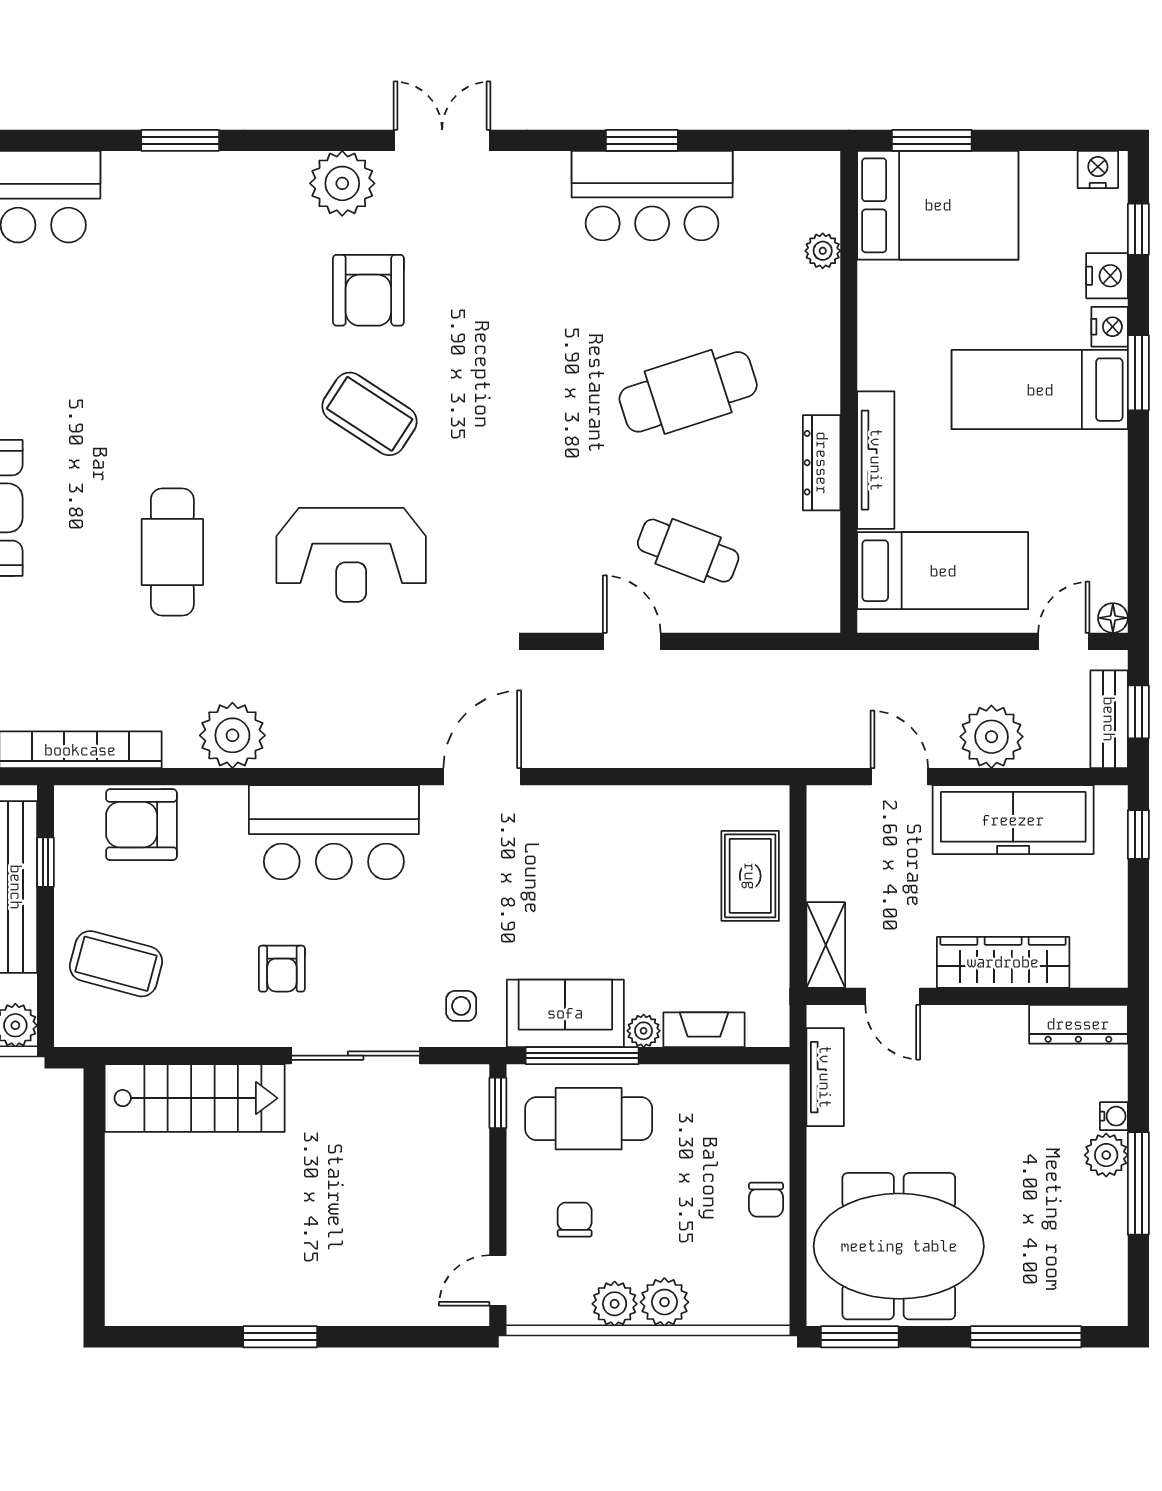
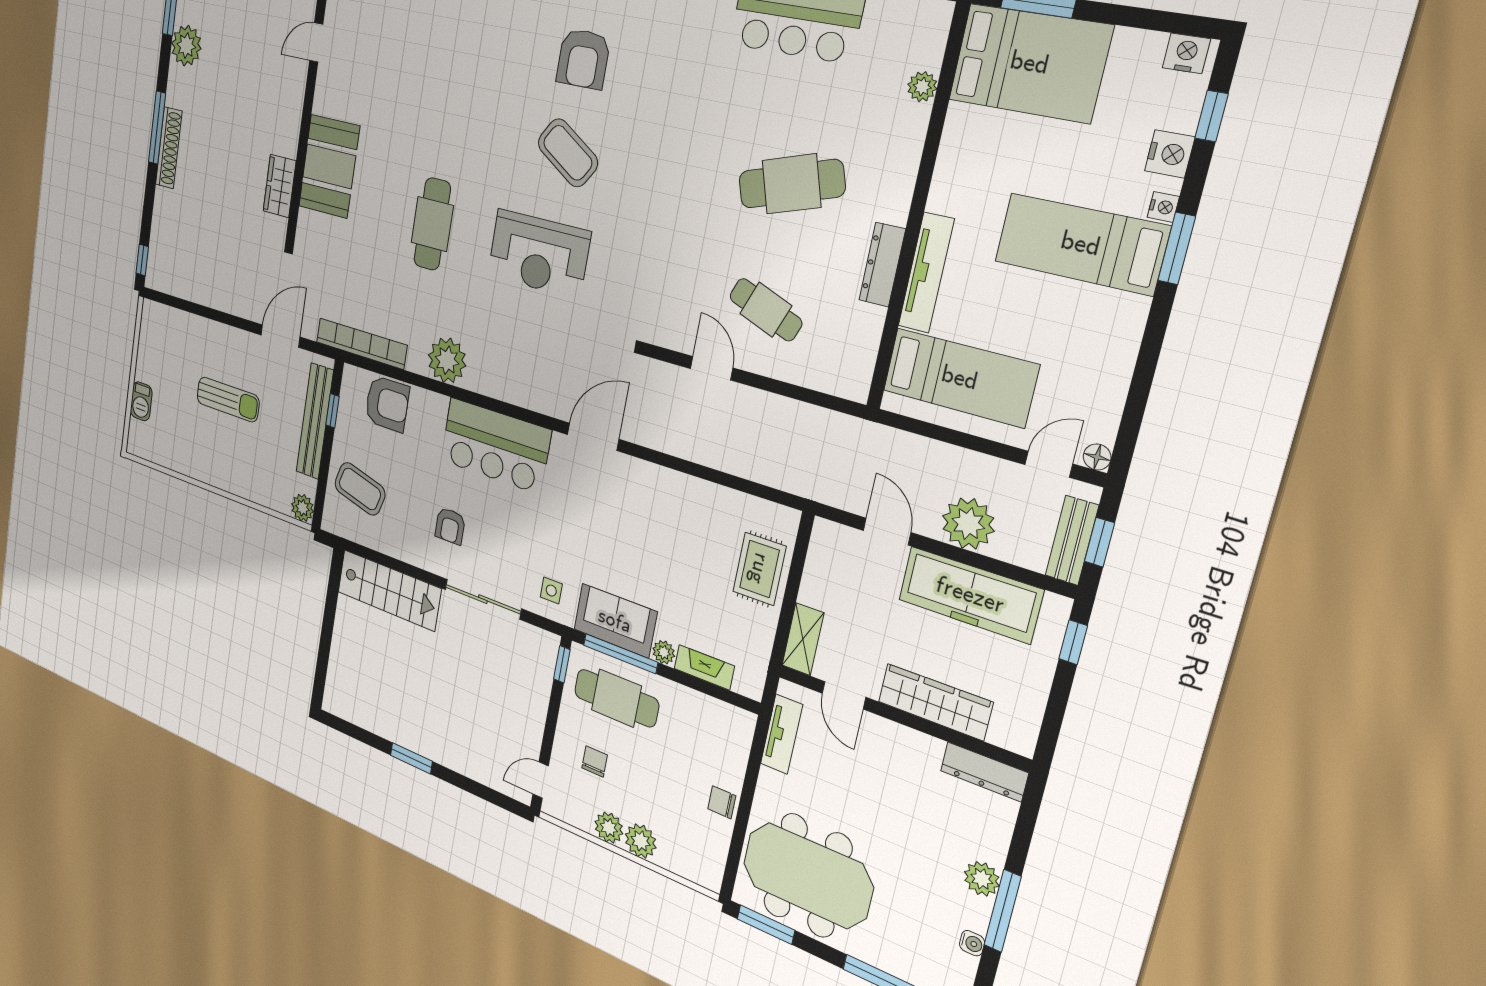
nightstand: (1110, 327) -> (1163, 207), width x0.72, depth x0.74
armchair: (141, 825) -> (387, 404), turned 180
water cooler: (1114, 1116) -> (972, 943), moved
chair: (766, 1200) -> (722, 802), turned 90

